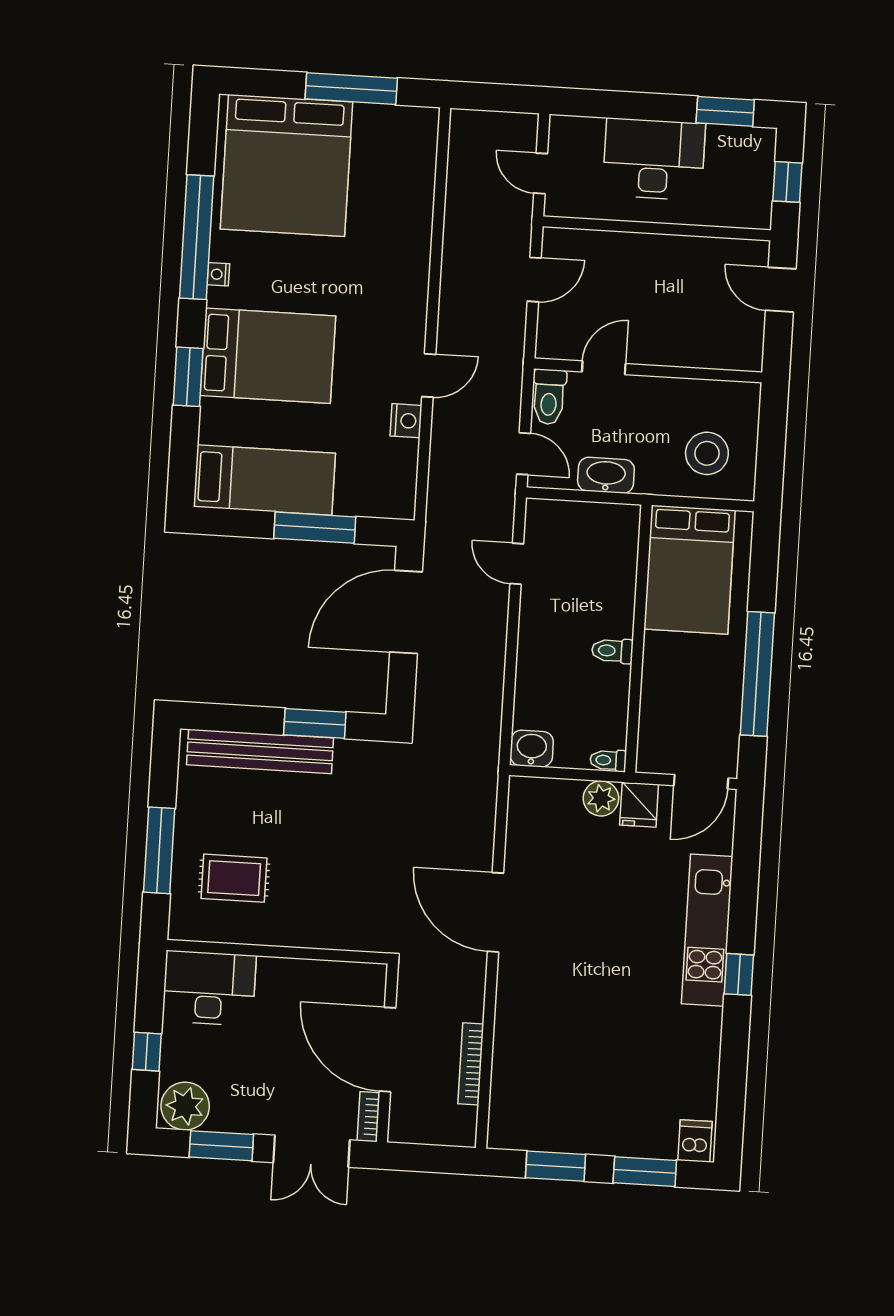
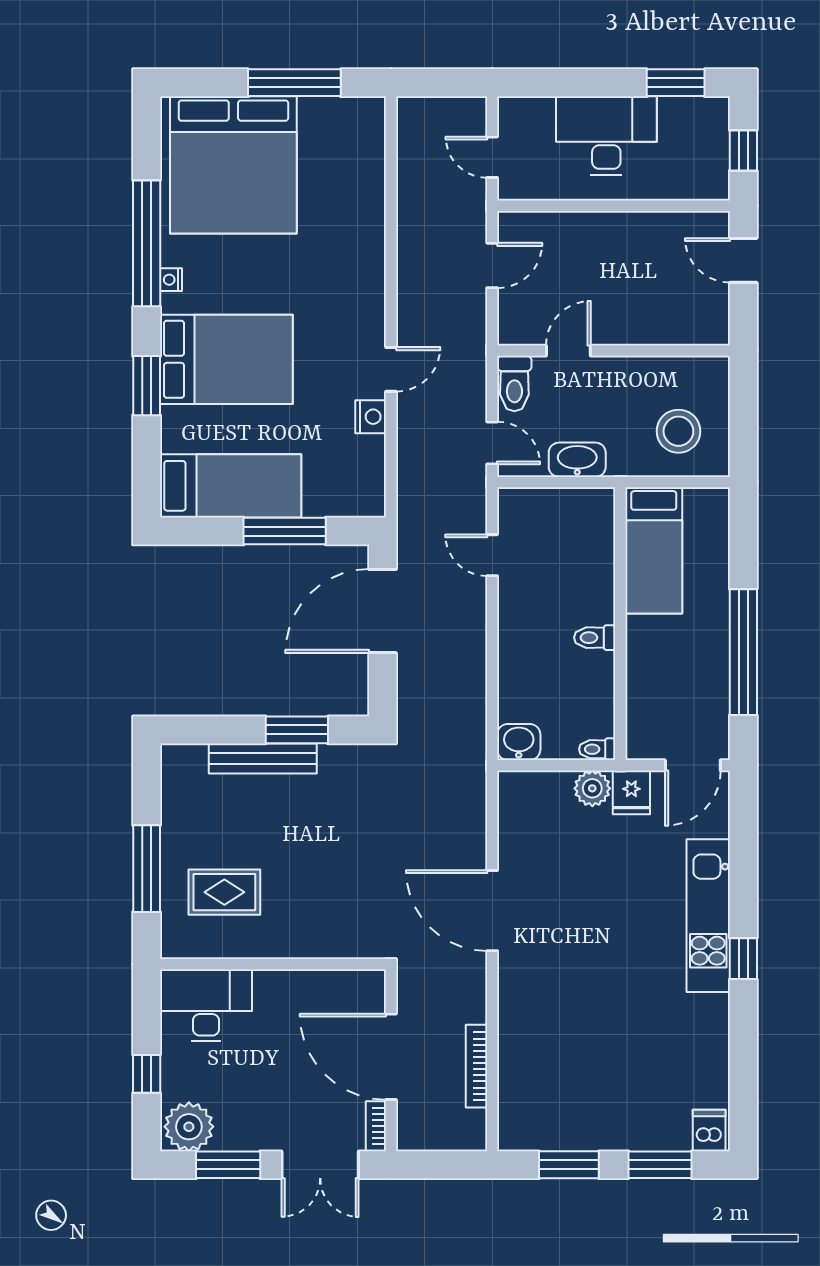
bed: (690, 570) -> (654, 550), width x0.67
bench: (260, 751) -> (263, 758), width x0.73, depth x0.82

